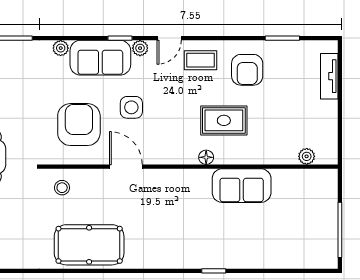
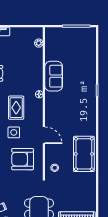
rug: (224, 120) -> (16, 108), moved
door: (126, 167) -> (44, 135), swing flipped

